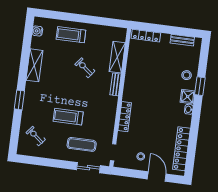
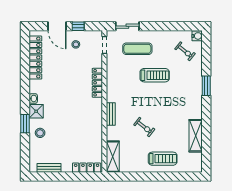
water cooler: (37, 31) -> (197, 36), moved
shelving: (117, 57) -> (113, 157), moved
shelving: (34, 65) -> (196, 136), moved
window: (136, 174) -> (78, 26), added

